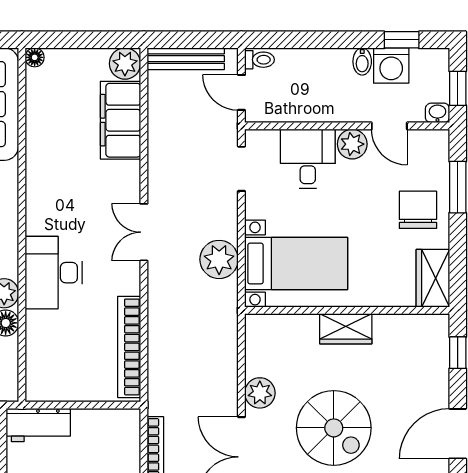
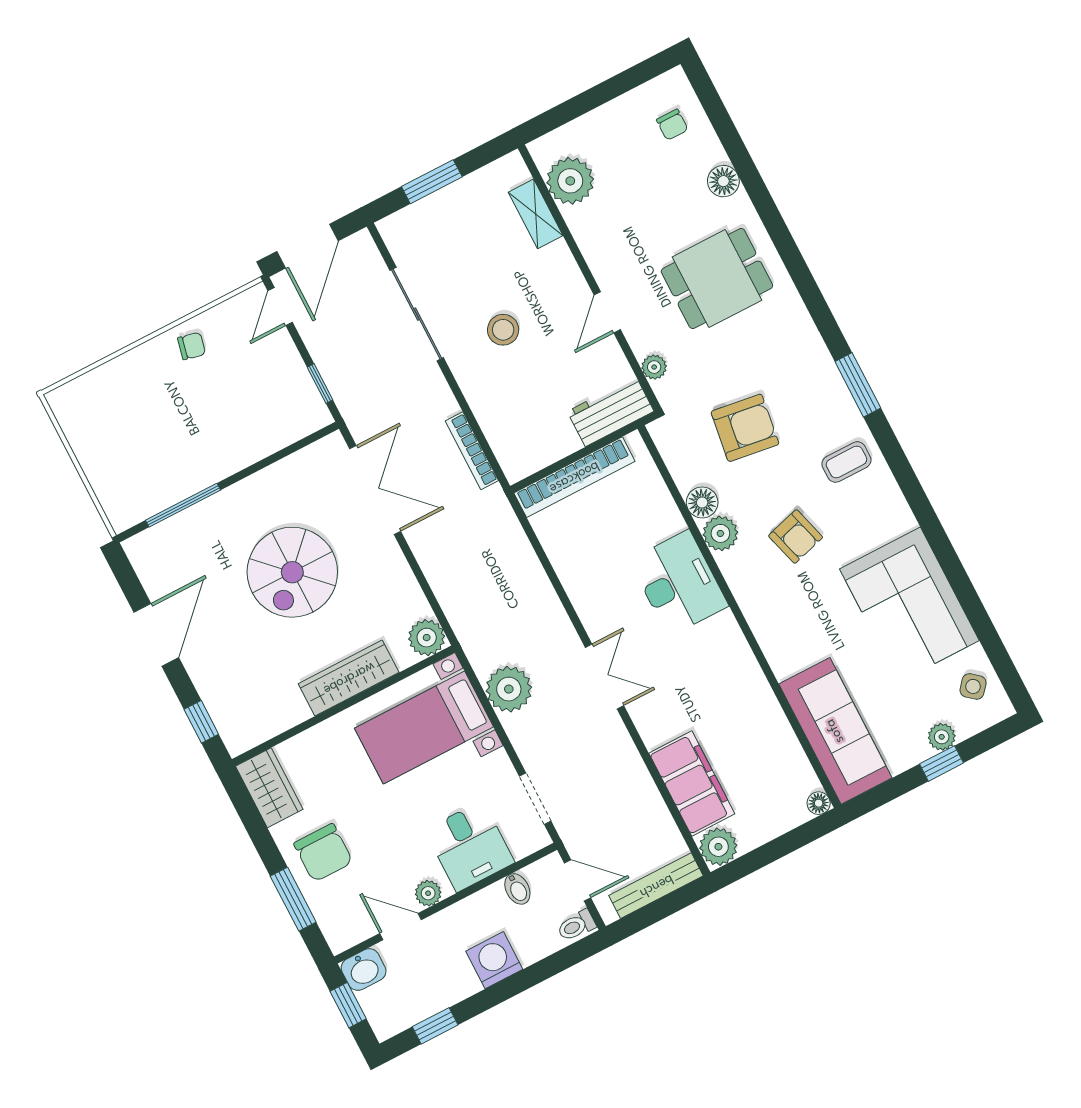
bidet: (362, 61) -> (517, 889), moved, turned 180
washing machine: (391, 66) -> (494, 960), moved
washbasin: (437, 113) -> (364, 969), width x1.38, depth x1.45
plant: (352, 144) -> (428, 893), width x0.73, depth x0.73
wardrobe: (346, 329) -> (349, 678), width x1.50
bookcase: (129, 347) -> (574, 477), moved, turned 90
plant: (260, 393) -> (427, 638), moved
spiral stairs: (334, 428) -> (292, 572), turned -90

